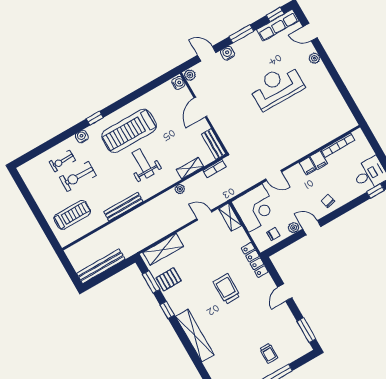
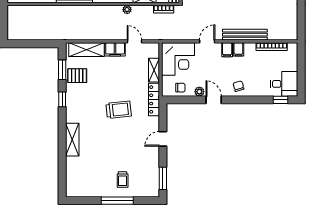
filing cabinet: (319, 160) -> (227, 50), moved
door: (274, 176) -> (207, 41), swing flipped
shelving: (230, 217) -> (154, 70), moved
filing cabinet: (190, 233) -> (115, 49), added
bench: (101, 266) -> (245, 35), moved
trolley: (227, 289) -> (119, 110), turned 84
shelving: (195, 336) -> (72, 140), width x0.68

